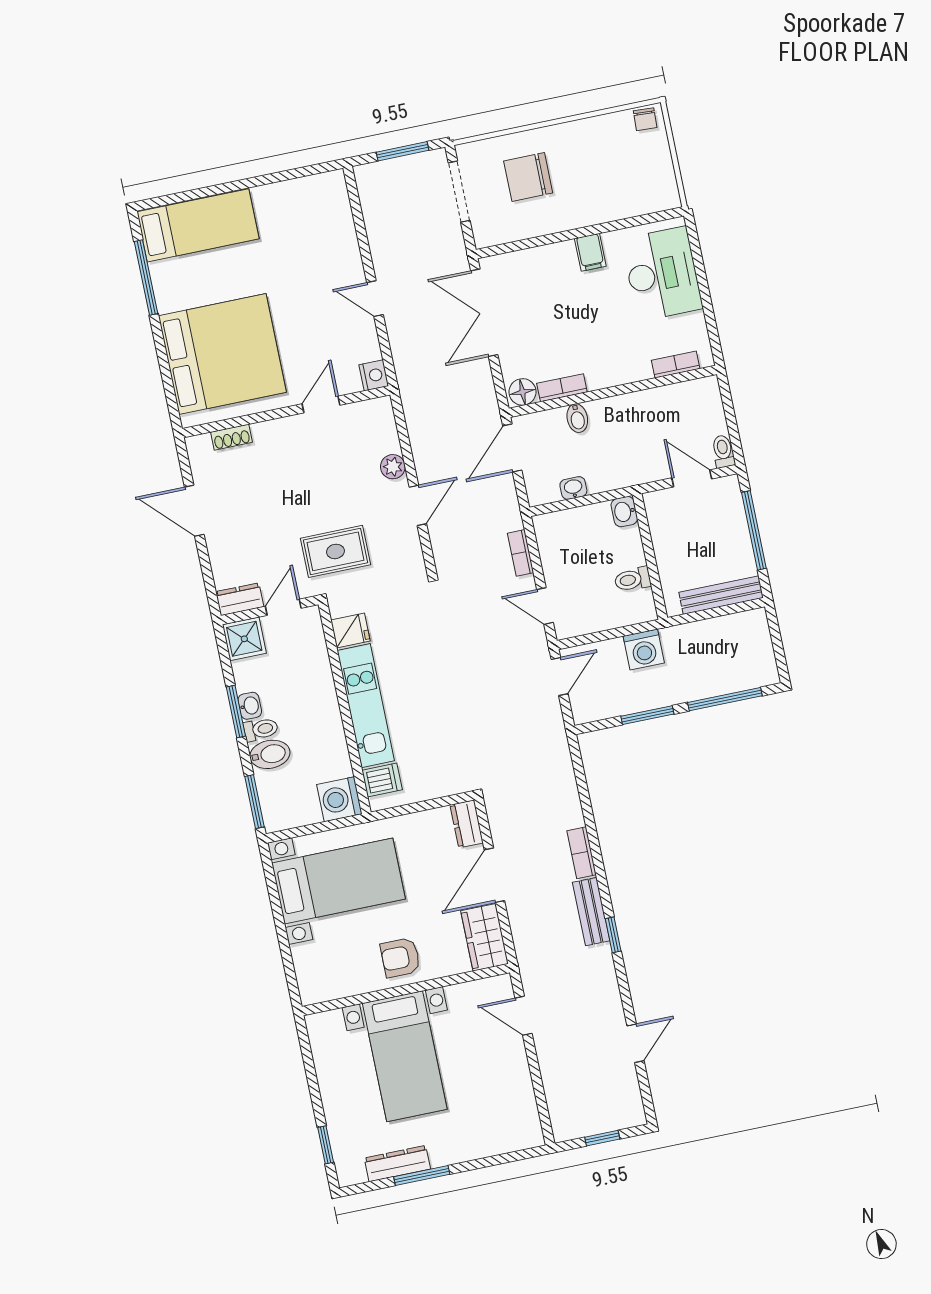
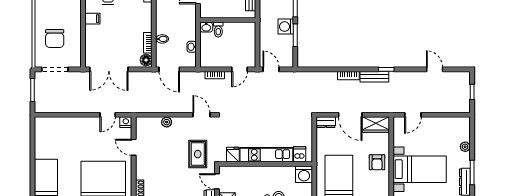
door: (375, 299) -> (108, 115), moved
door: (418, 505) -> (201, 115), moved
toilet: (633, 579) -> (218, 30), moved
washing machine: (644, 650) -> (286, 27), moved, turned 180
plant: (476, 1148) -> (465, 147), added

